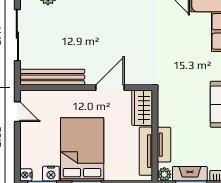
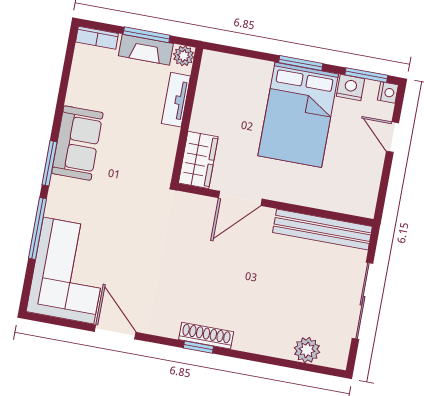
door: (17, 112) -> (393, 137), moved
tv unit: (146, 151) -> (205, 95), removed

